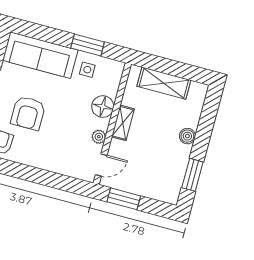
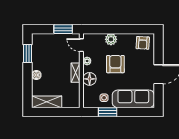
shelving: (164, 83) -> (47, 102), moved
armchair: (28, 113) -> (115, 64), moved
plant: (51, 162) -> (111, 39), added
door: (101, 165) -> (81, 45), hinge flipped

